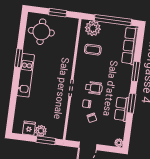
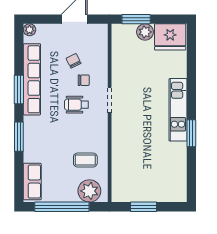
round table: (41, 32) -> (164, 176), removed
row of seats: (130, 46) -> (32, 182), width x0.68
row of seats: (122, 109) -> (32, 79), width x2.02
fridge: (29, 128) -> (170, 37), width x1.88, depth x1.34

